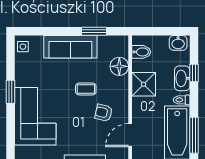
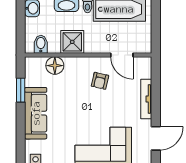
coffee table: (86, 89) -> (77, 98), removed

